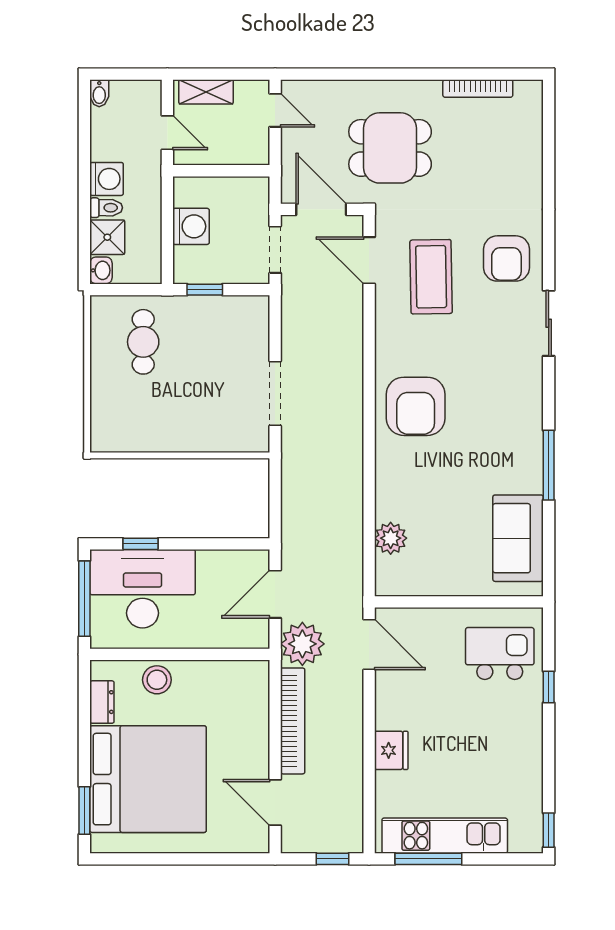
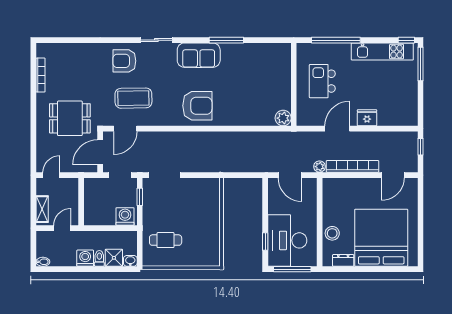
dining table: (390, 148) -> (70, 118), turned 90
washing machine: (191, 226) -> (125, 216), moved
armchair: (506, 258) -> (124, 61), turned 180
window: (205, 290) -> (140, 197), moved
doorway: (275, 394) -> (165, 175), moved
plant: (391, 538) -> (283, 118), moved
sofa: (518, 538) -> (199, 55), moved
plant: (302, 644) -> (320, 167), width x0.53, depth x0.53
door: (369, 644) -> (337, 129), moved
kitchen island: (500, 654) -> (322, 81), moved
window: (549, 687) -> (336, 40), width x3.17
window: (84, 811) -> (397, 269), removed
kitchen unit: (445, 836) -> (382, 52), moved, turned -90
window: (428, 859) -> (421, 64), moved

